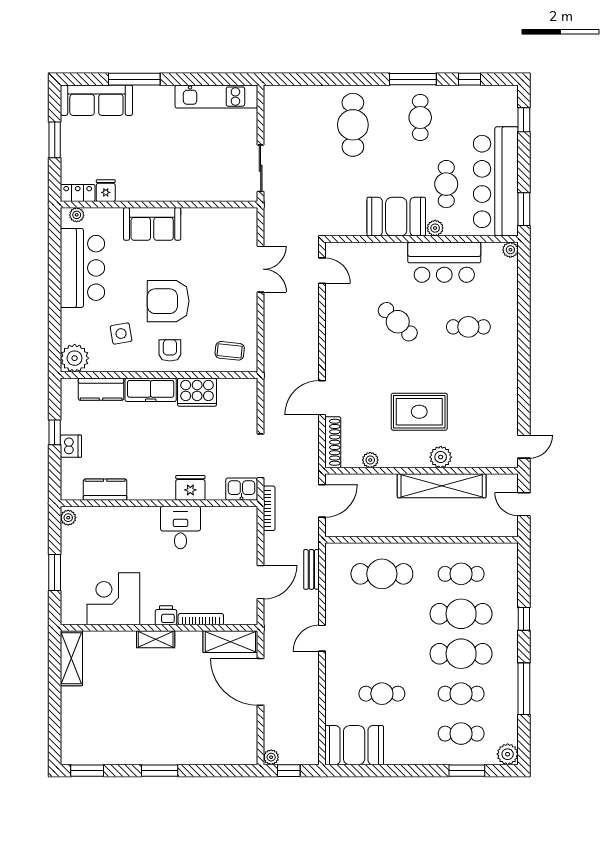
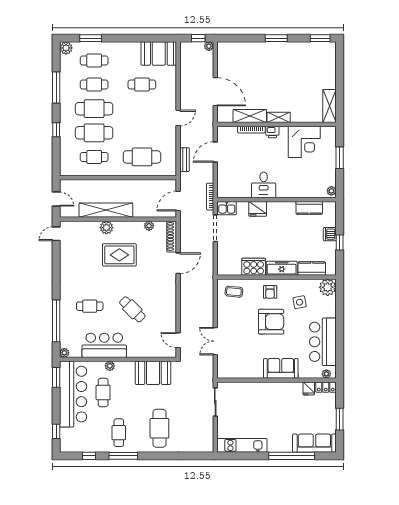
window: (134, 79) -> (292, 456), width x1.46
booth: (396, 217) -> (153, 373), moved
window: (524, 303) -> (56, 321), added
shelving: (230, 642) -> (250, 116), moved

